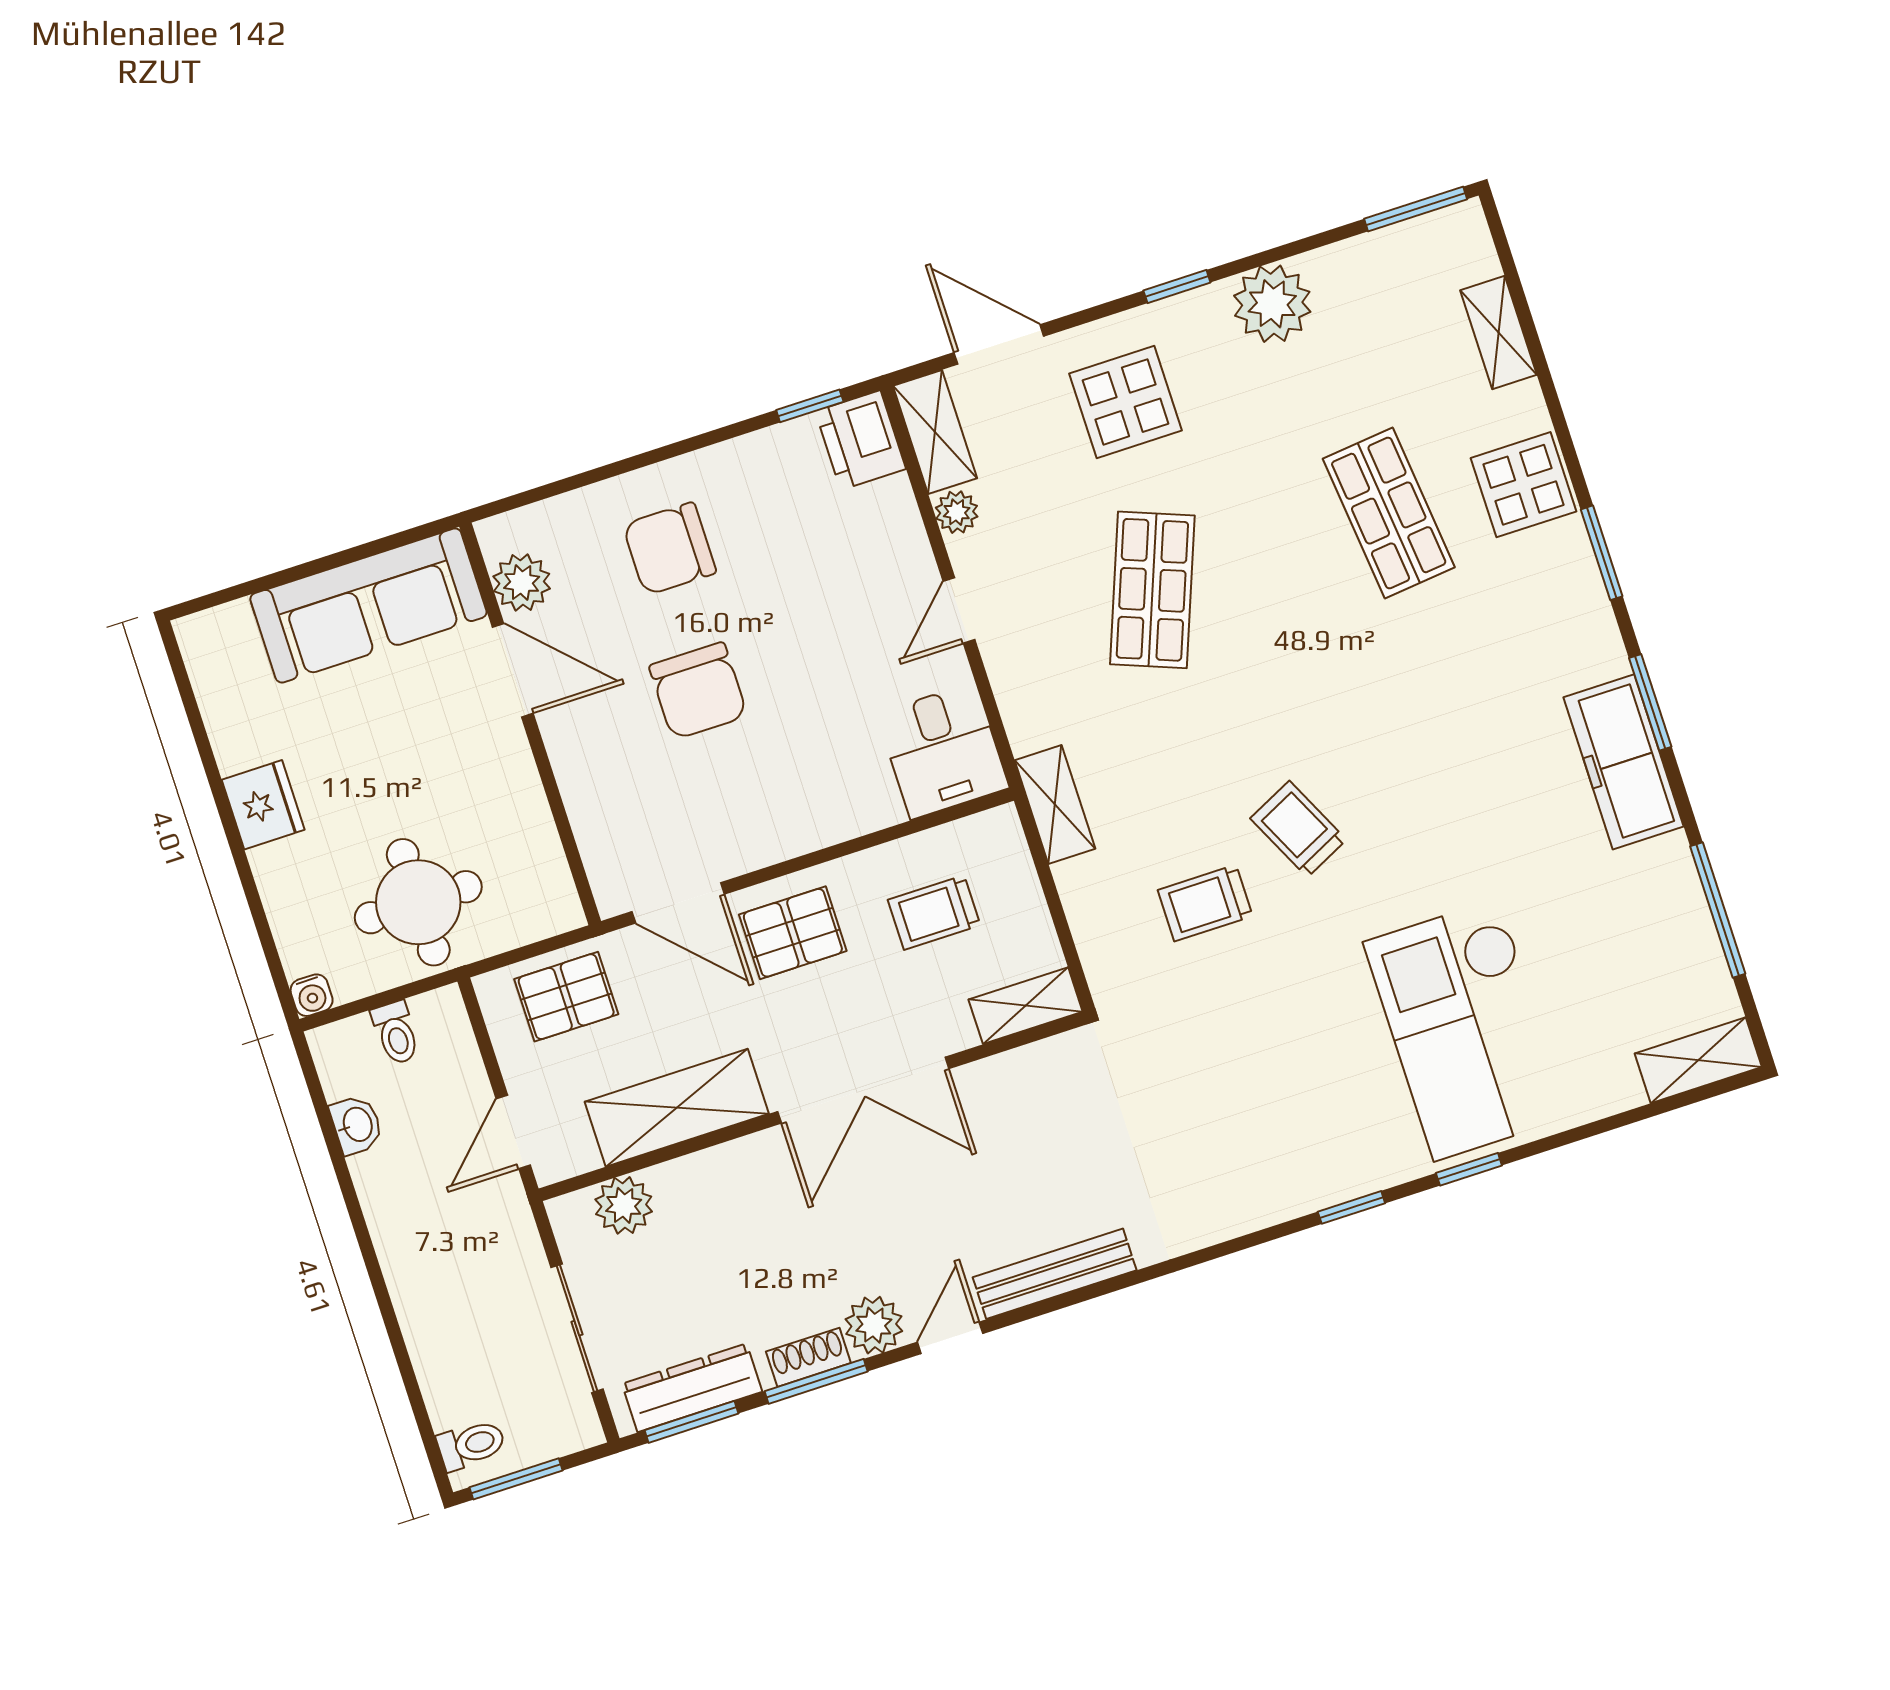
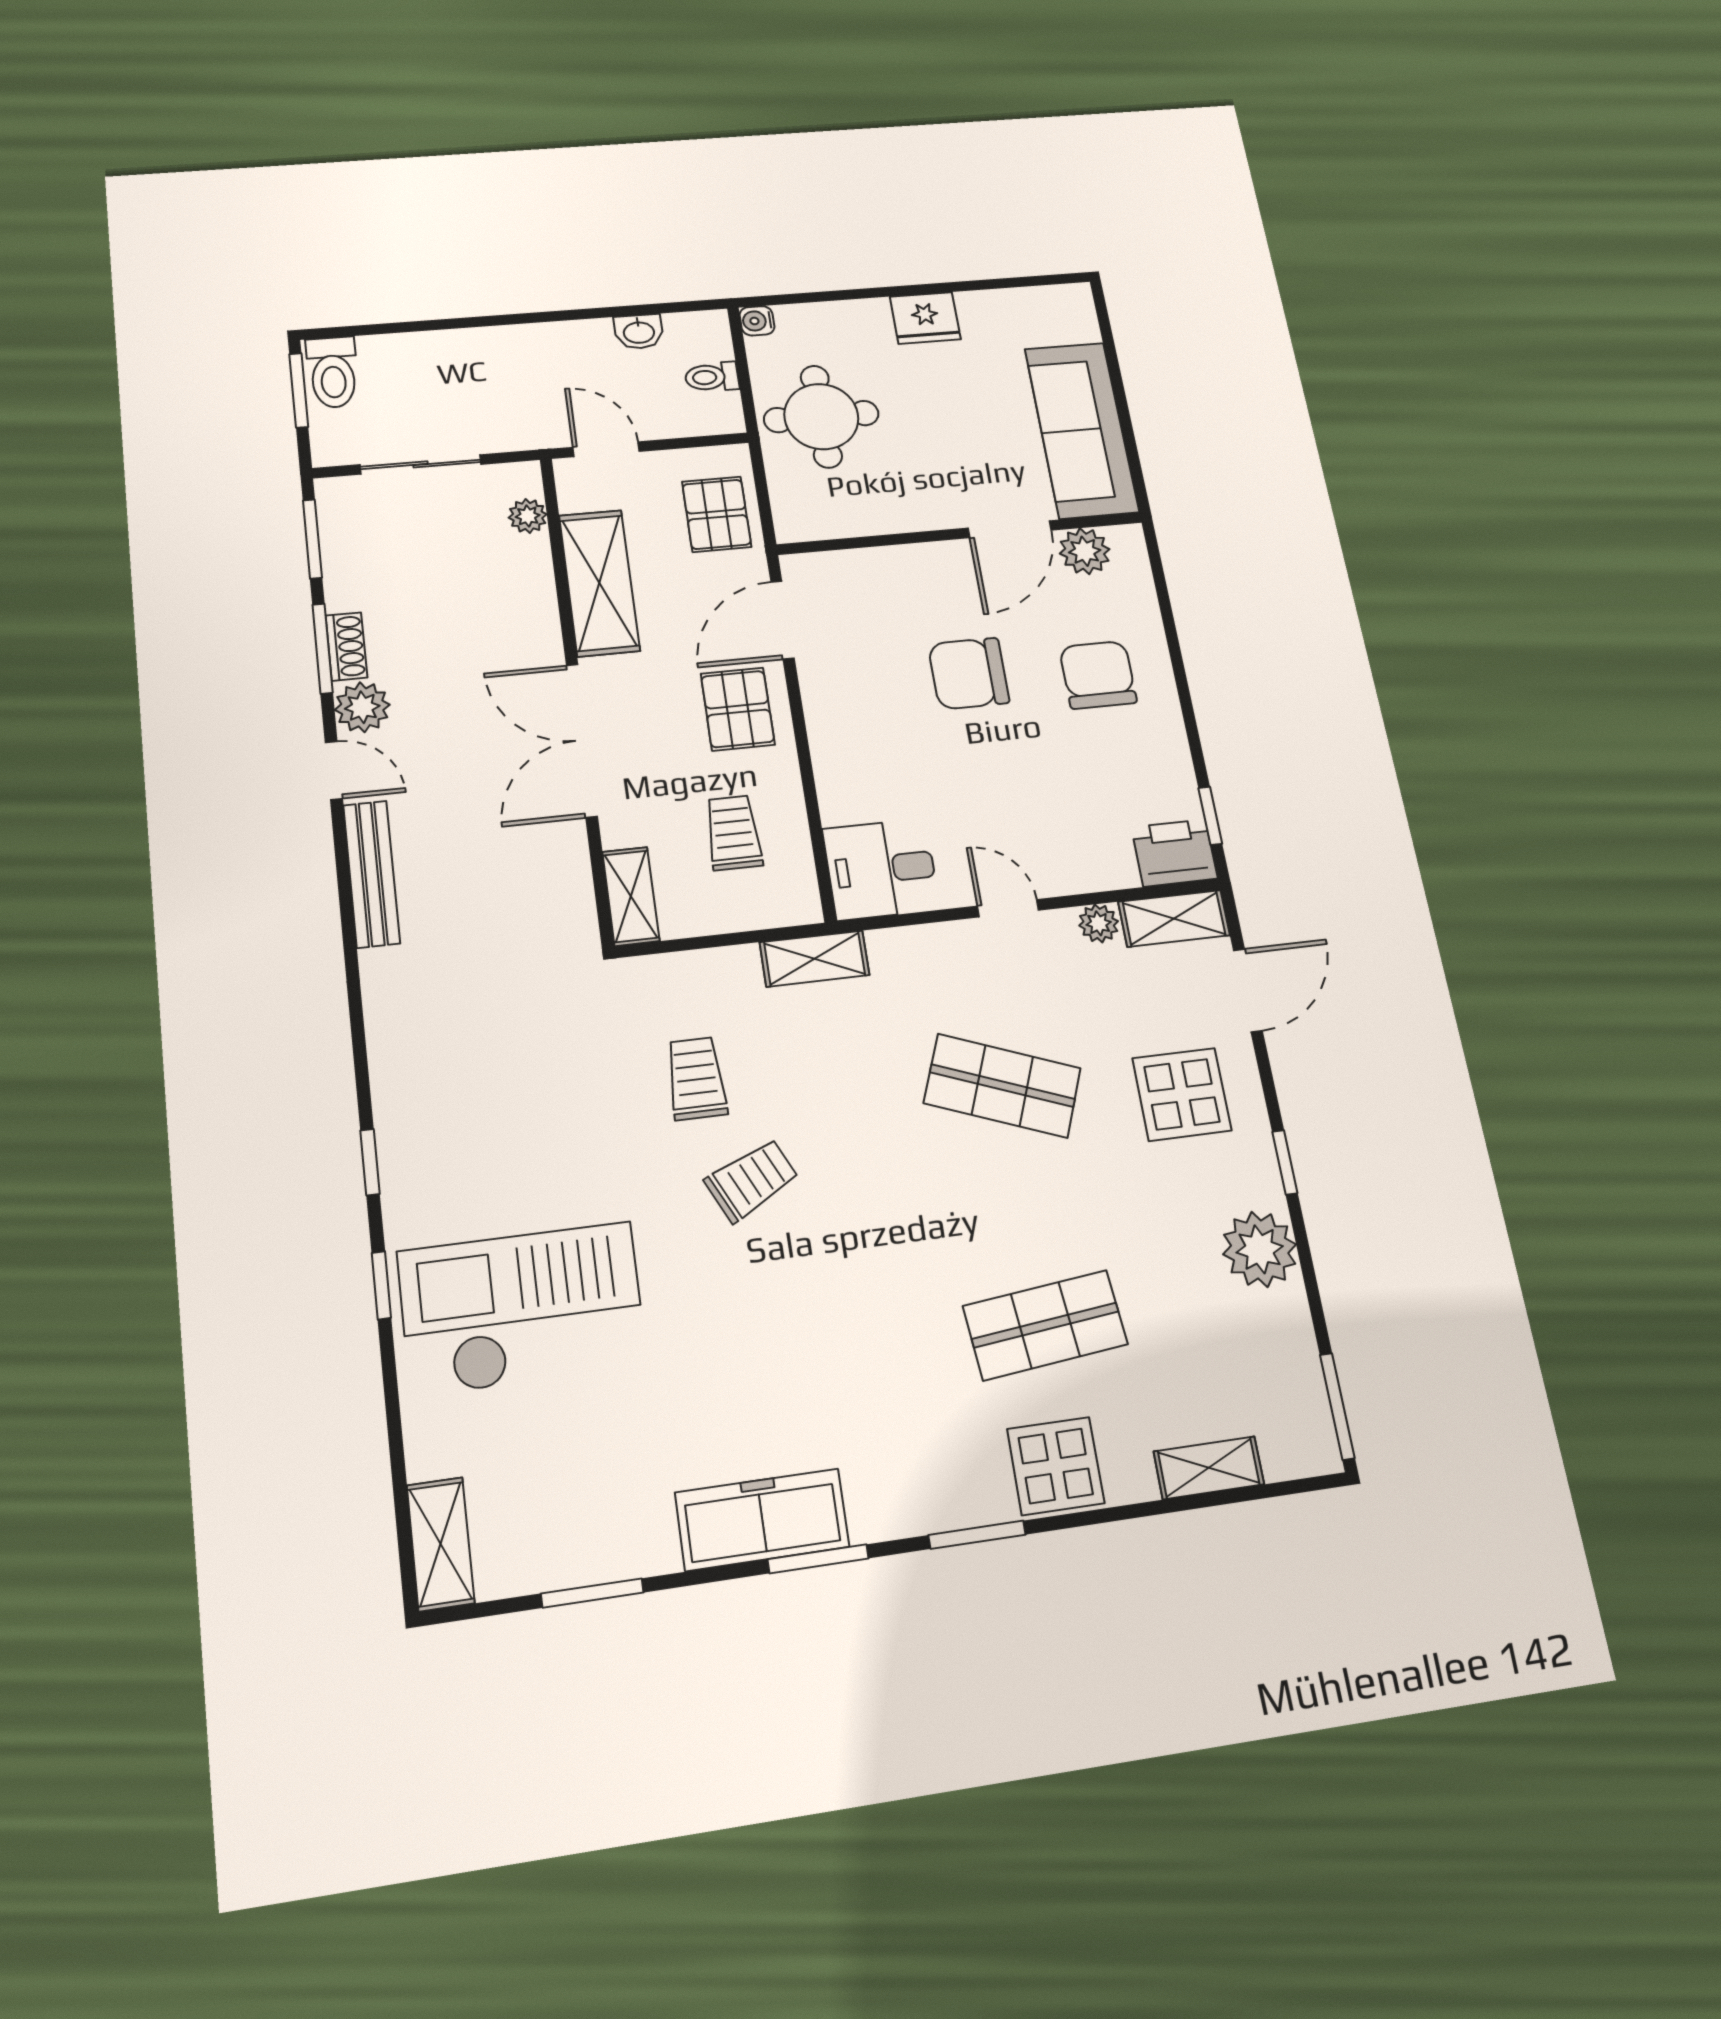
window: (1718, 910) -> (592, 1593), width x0.69
plant: (624, 1205) -> (528, 516), width x0.73, depth x0.73
dresser: (692, 1388) -> (343, 546), removed
toilet: (471, 1445) -> (333, 372), width x1.37, depth x1.39

